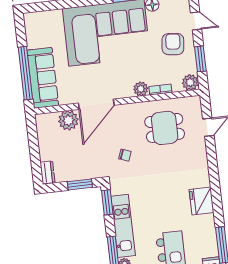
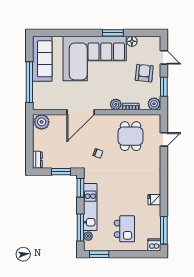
sofa: (43, 78) -> (42, 59), moved
plant: (68, 120) -> (42, 122), moved
dining table: (165, 128) -> (131, 136), turned 90
fridge: (201, 201) -> (154, 200), width x0.53, depth x0.75

